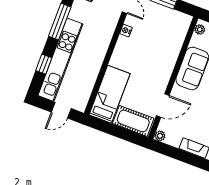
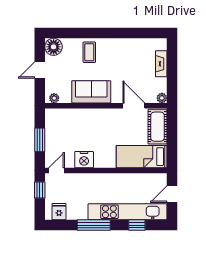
nightstand: (126, 30) -> (84, 160), width x1.89, depth x1.79
door: (61, 110) -> (172, 194), swing flipped

